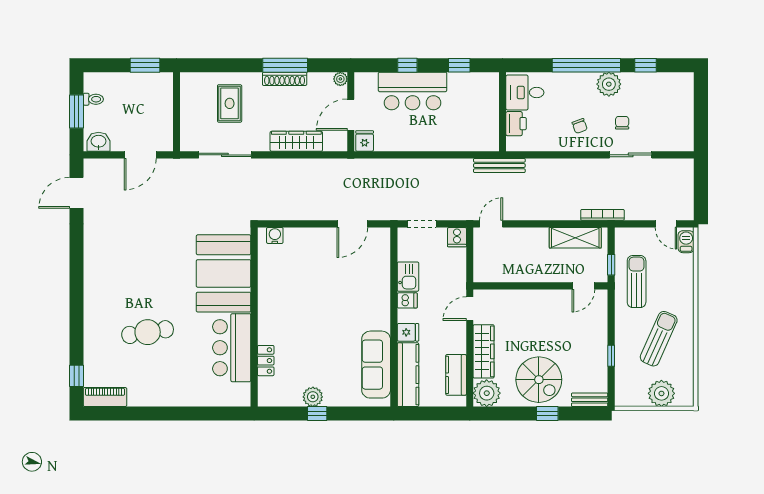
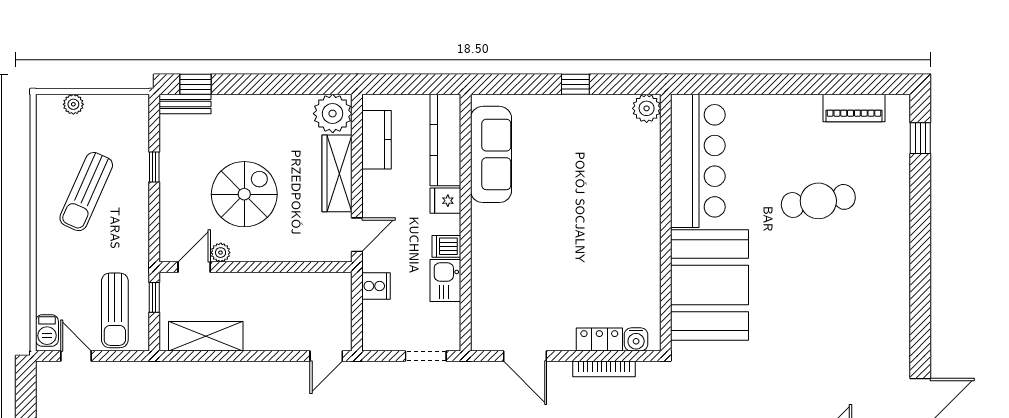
bookcase: (602, 215) -> (604, 369), moved
door: (352, 224) -> (525, 356), swing flipped
cooker: (457, 237) -> (376, 286), moved, turned 90
sun lounger: (637, 282) -> (115, 310), moved
plant: (565, 296) -> (221, 253), added
bar counter: (232, 348) -> (698, 161), width x1.36
locker: (266, 361) -> (599, 339), moved, turned 90
spiral stairs: (539, 380) -> (244, 194), moved, turned 90
plant: (661, 393) -> (73, 104), width x0.53, depth x0.53
piano: (105, 397) -> (854, 108), moved
plant: (313, 397) -> (647, 108), moved
window: (547, 414) -> (196, 84), moved

